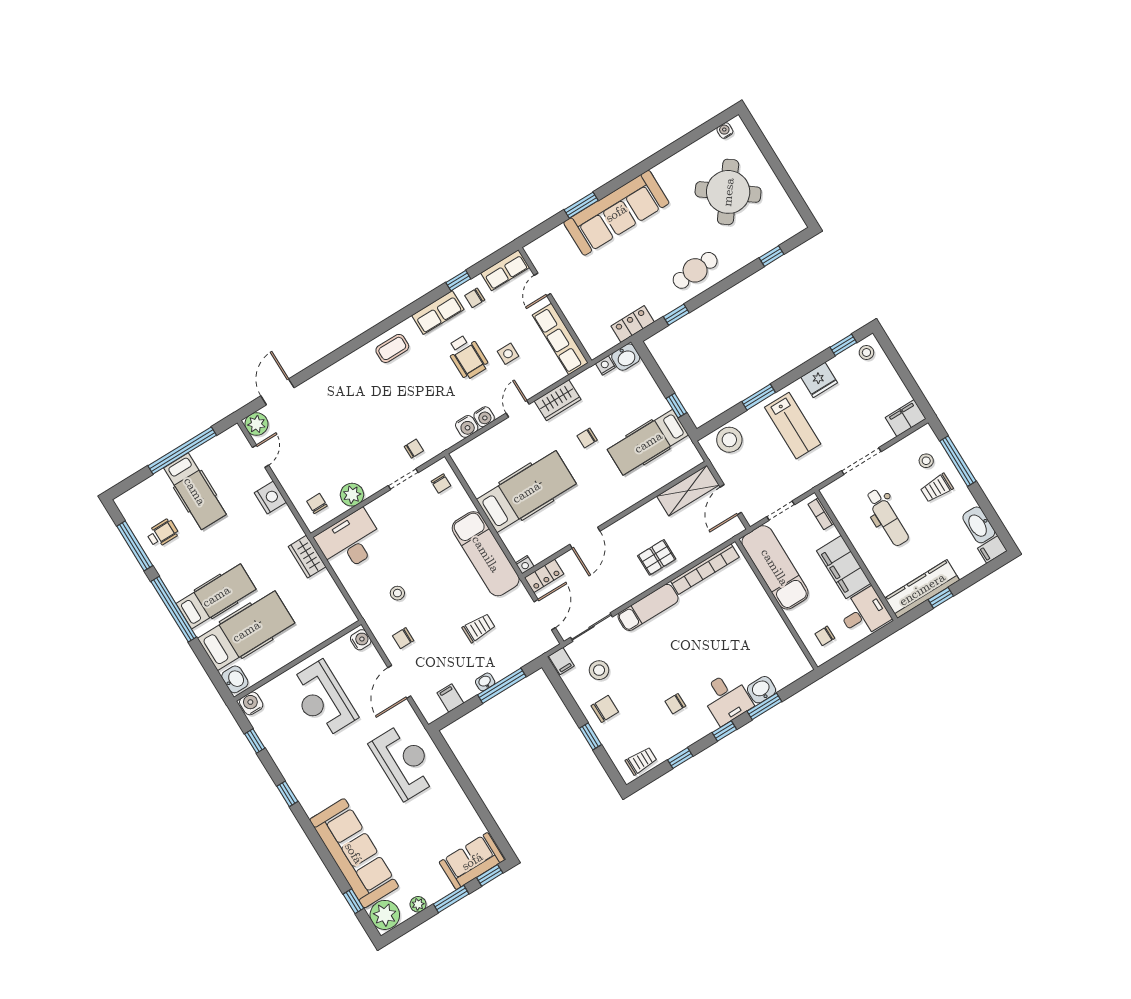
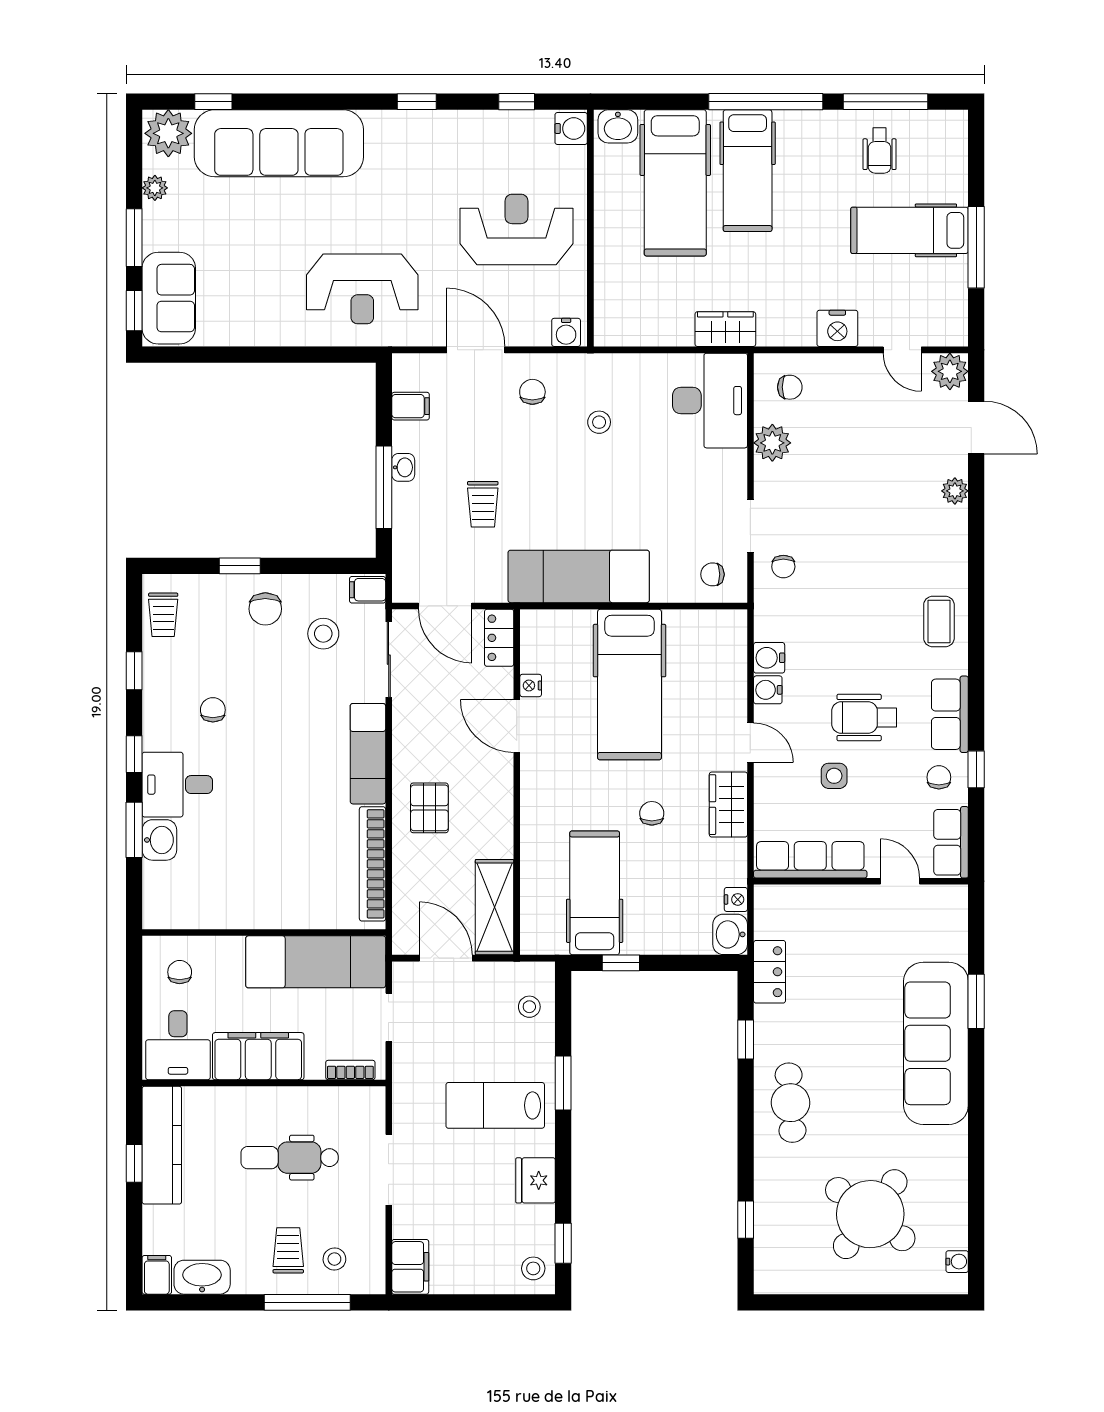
plant: (318, 383) -> (955, 491), added
stool: (729, 440) -> (529, 1007), width x0.53, depth x0.53
window: (182, 451) -> (976, 247), width x0.68
nightstand: (525, 565) -> (531, 685), moved

